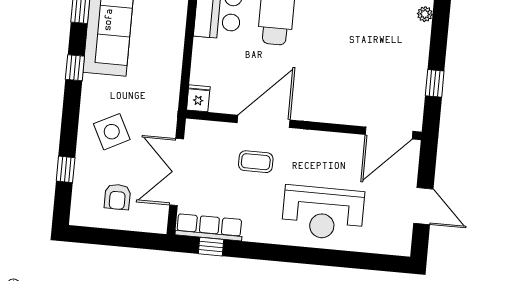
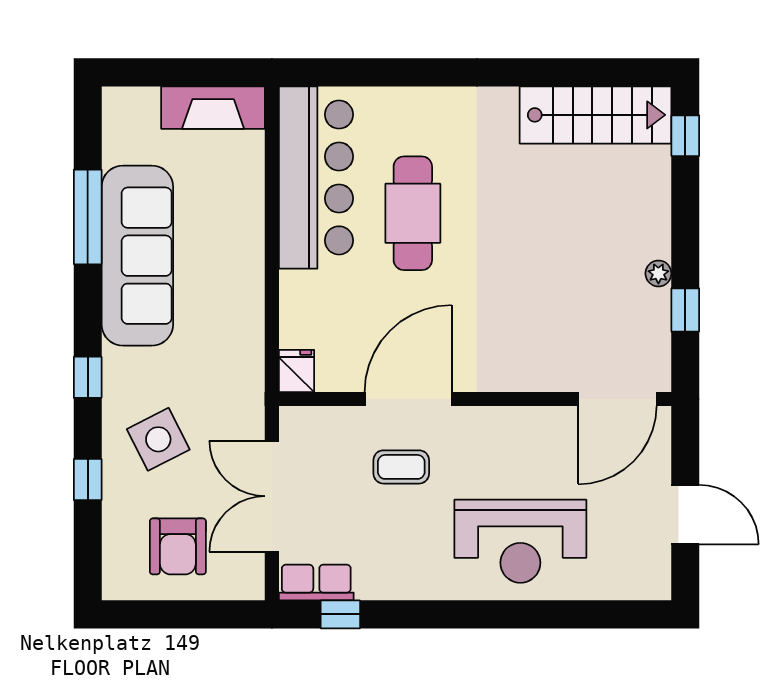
plant: (425, 14) -> (658, 273), moved
window: (75, 68) -> (88, 377), moved
window: (66, 169) -> (88, 480), moved
armchair: (117, 197) -> (178, 546), width x1.38, depth x1.38
row of seats: (209, 227) -> (316, 583), width x0.68

